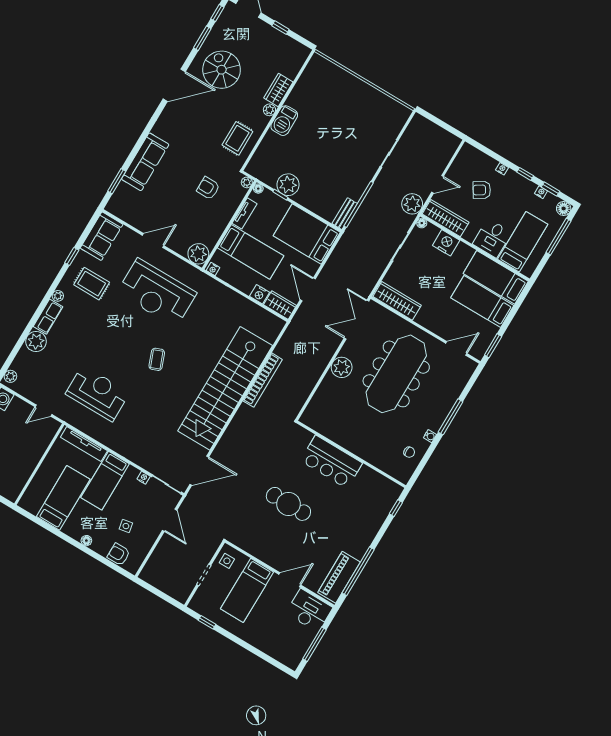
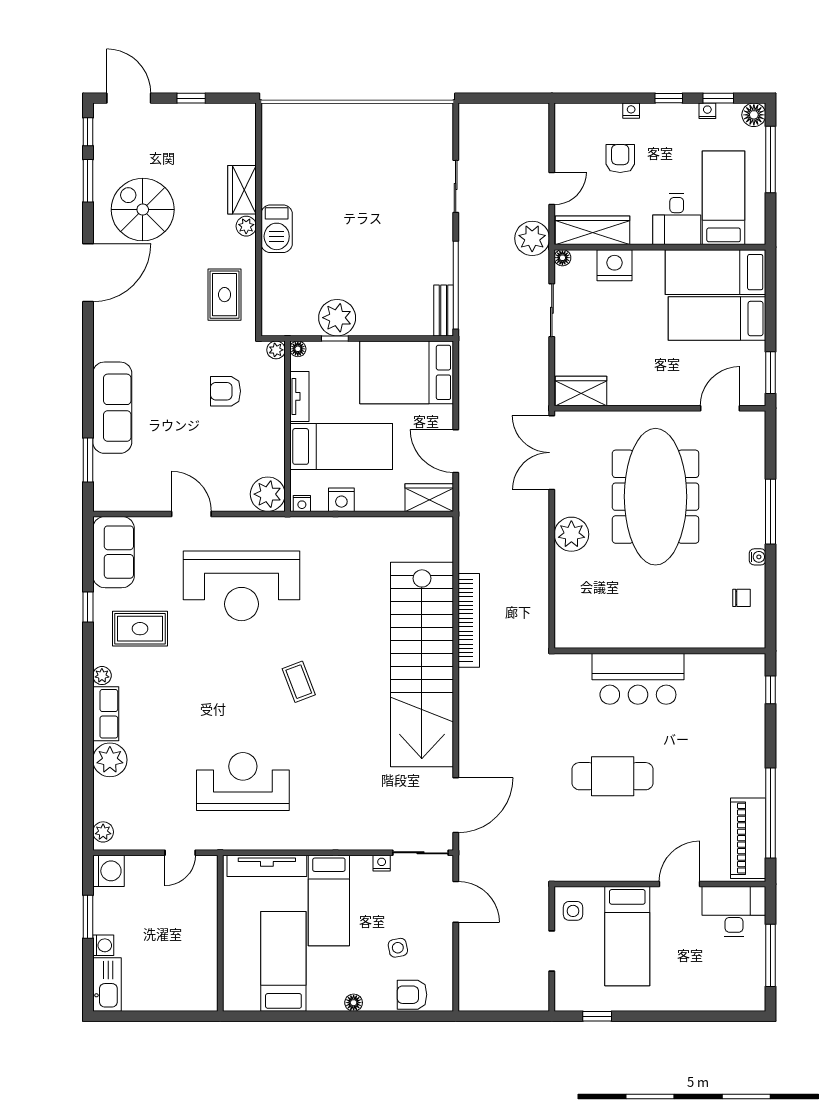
armchair: (482, 190) -> (620, 159), turned 122
door: (153, 241) -> (191, 514), hinge flipped
nightstand: (259, 294) -> (341, 500), moved
wardrobe: (397, 301) -> (581, 391), width x0.67

